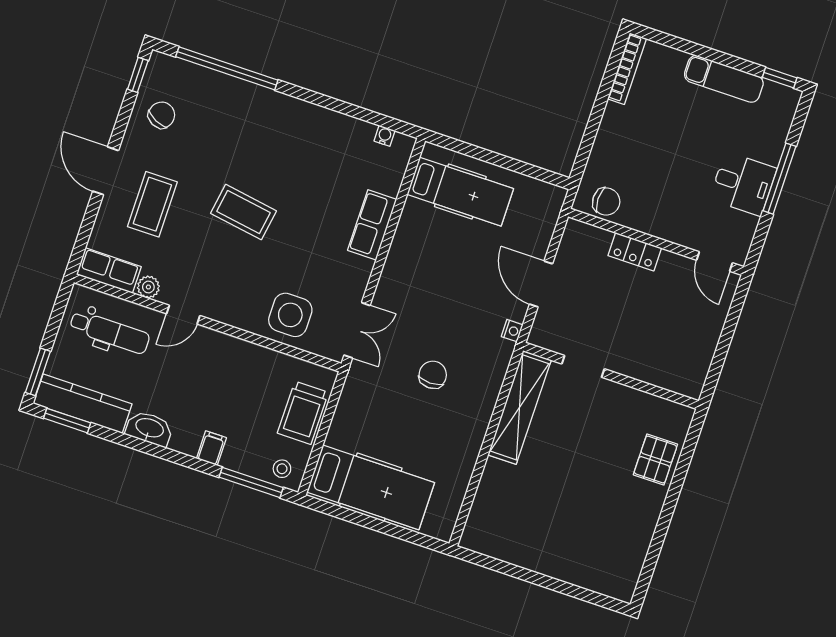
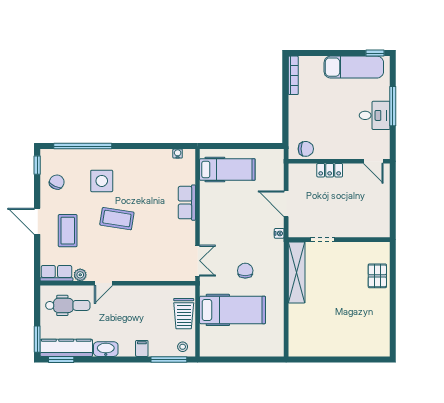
exam couch: (724, 79) -> (354, 67), width x1.36, depth x1.45
side table: (290, 315) -> (102, 181), moved
hospital bed: (371, 487) -> (233, 310), moved

